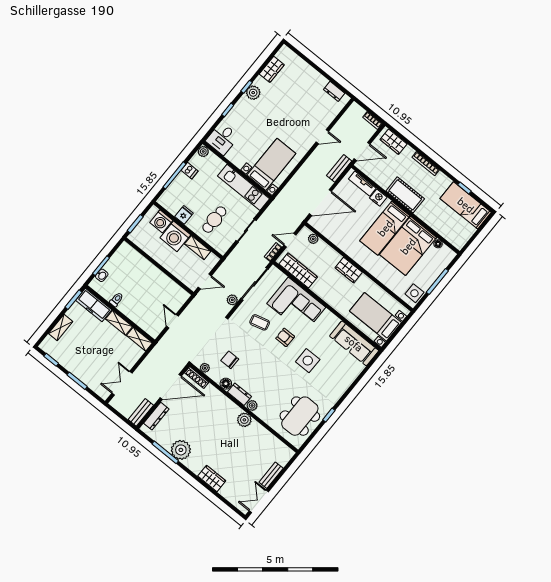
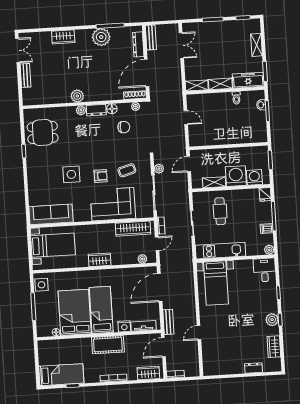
dresser: (334, 91) -> (253, 368), moved
fridge: (184, 215) -> (265, 194), moved
dining table: (300, 416) -> (43, 133), width x0.73

